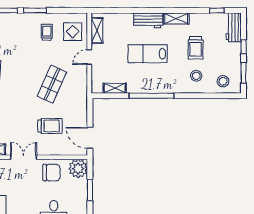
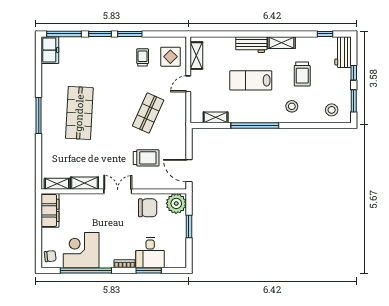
stool: (196, 76) -> (292, 106), moved

